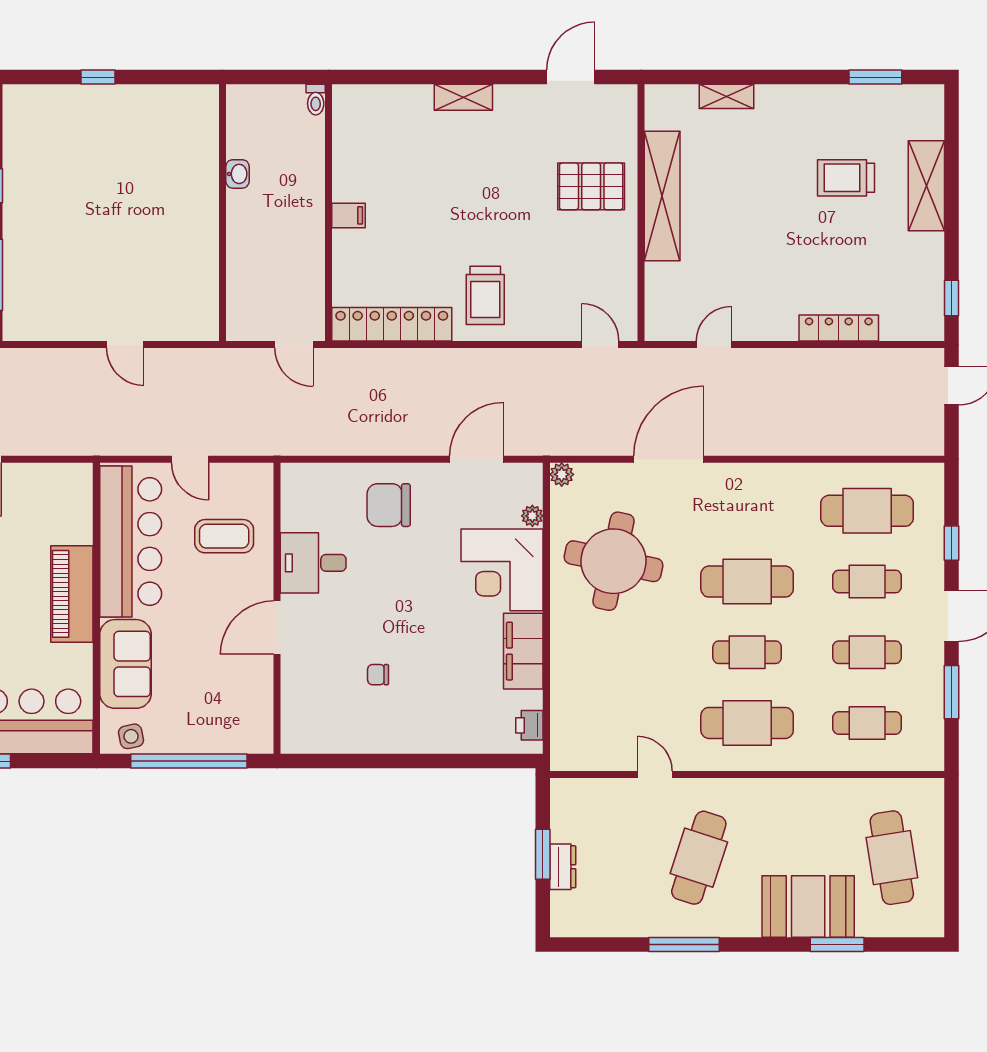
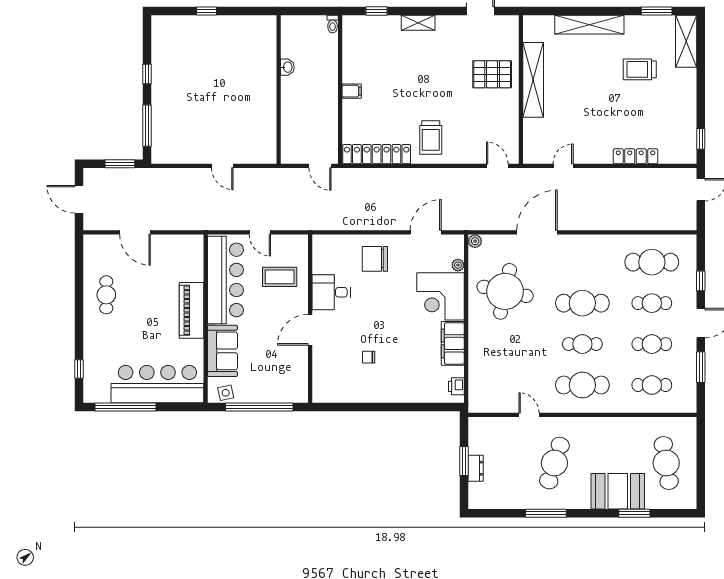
window: (392, 77) -> (377, 11), added
shelving: (727, 96) -> (589, 25), width x2.20, depth x1.33
shelving: (926, 186) -> (686, 41), moved

